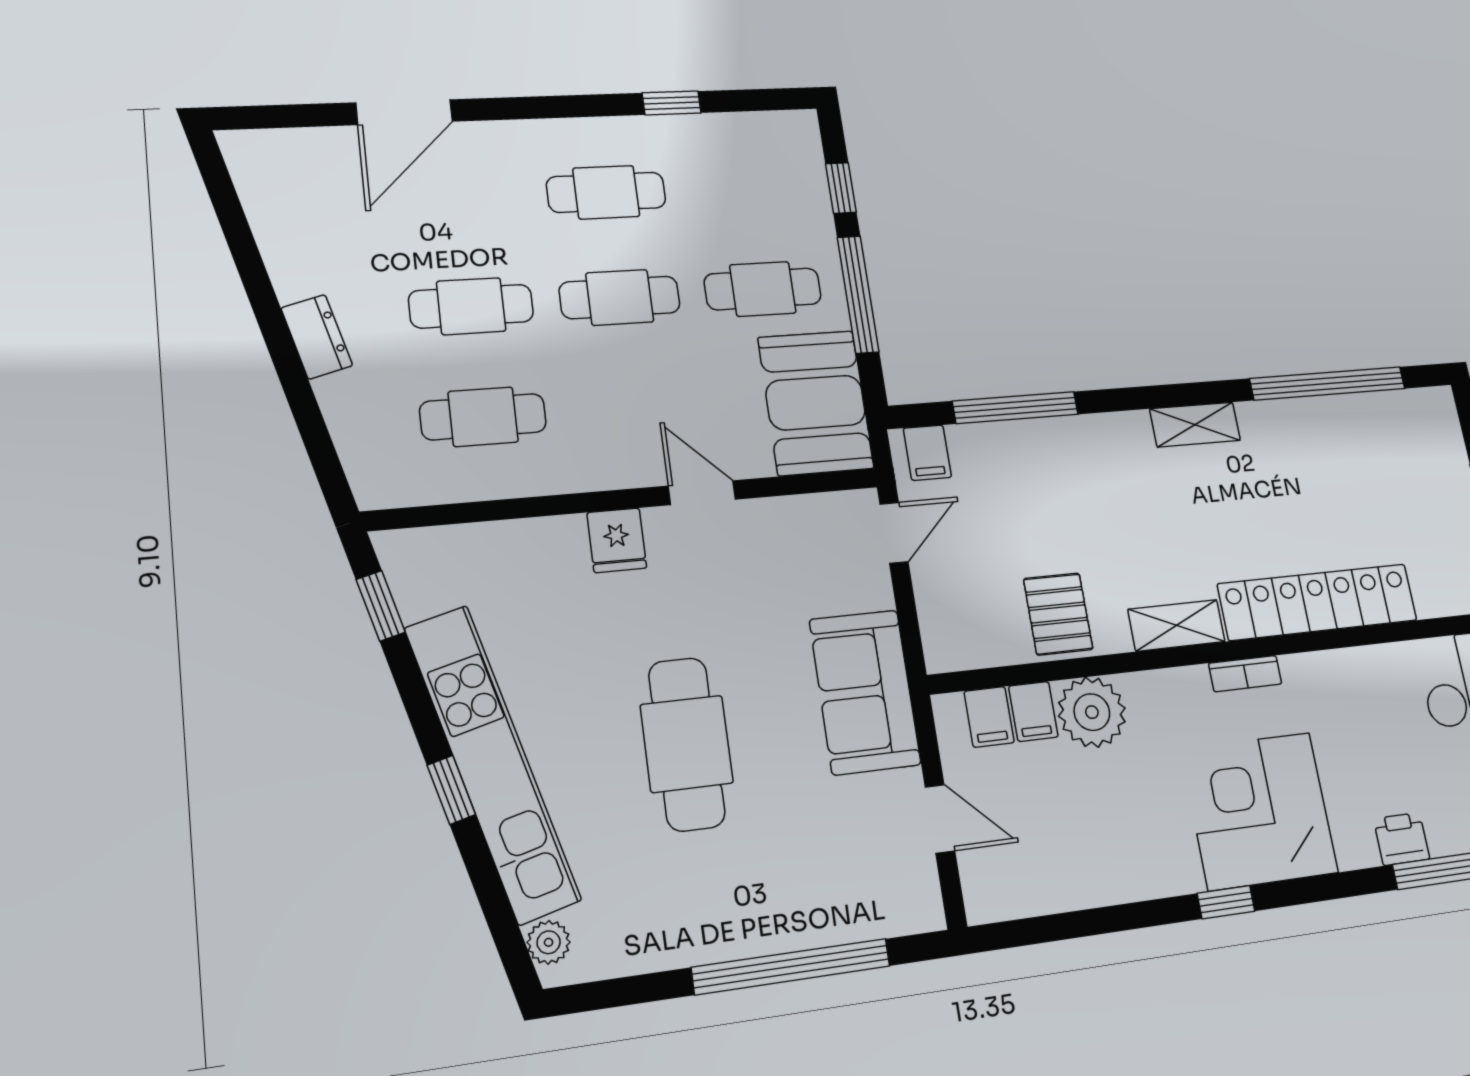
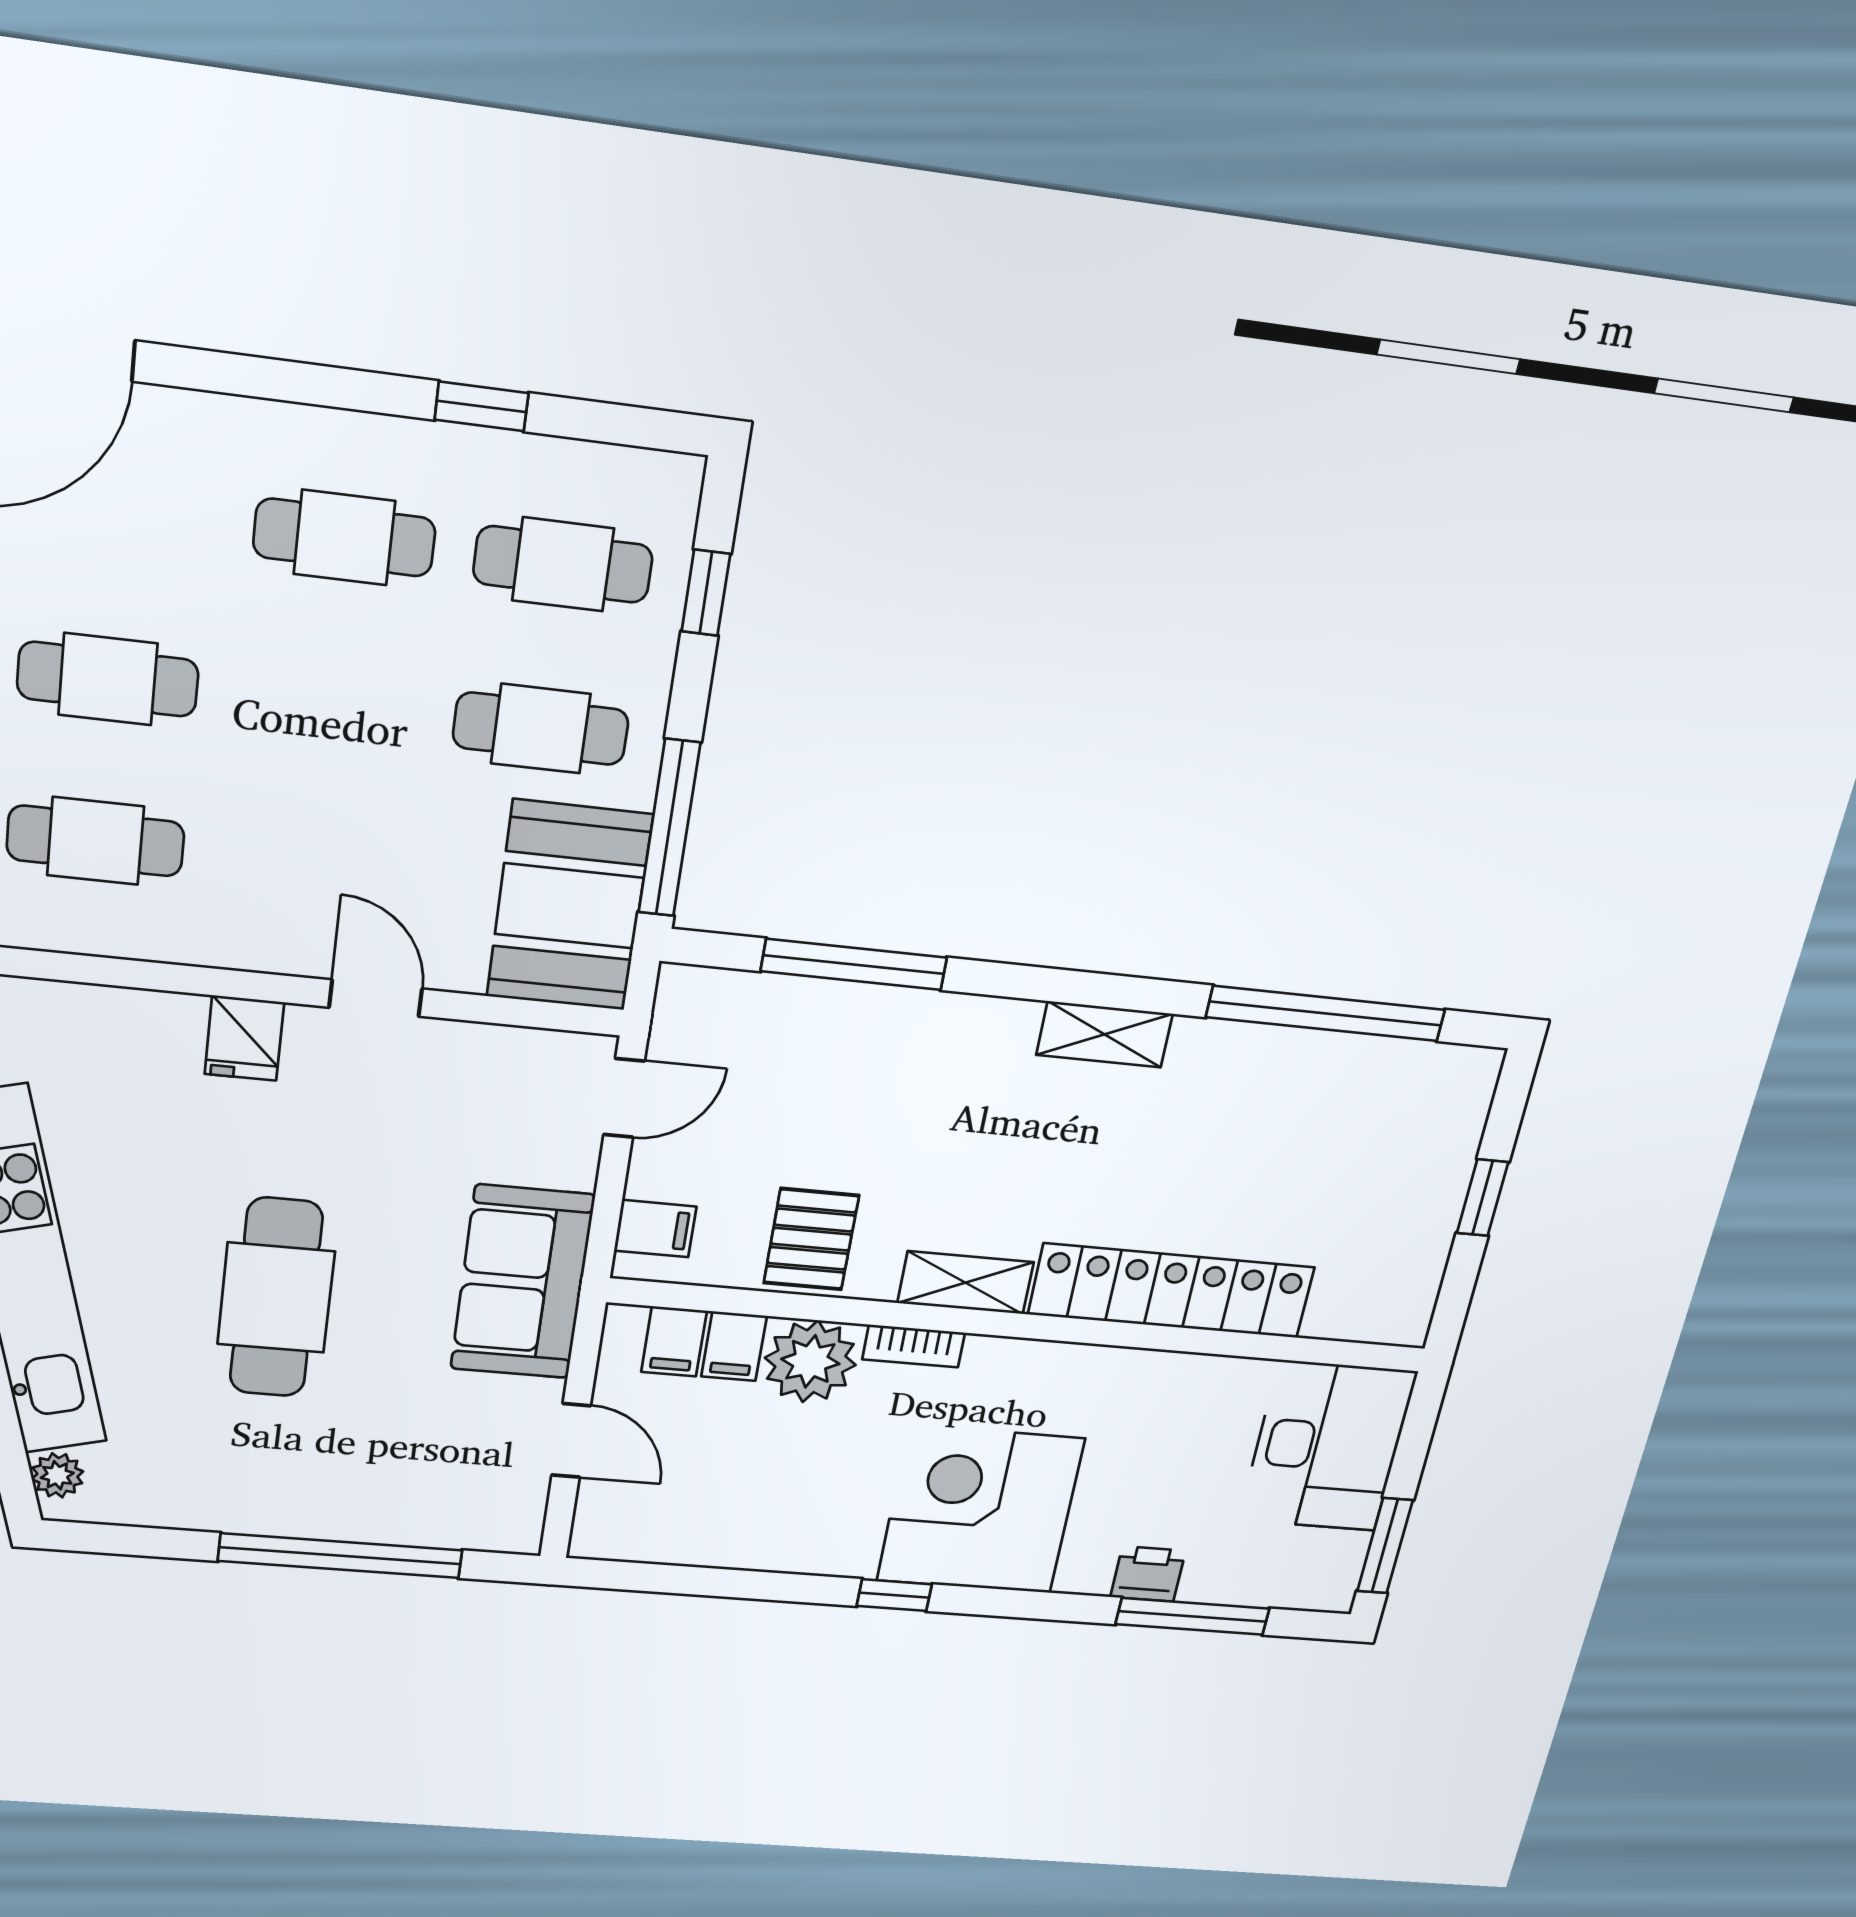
window: (858, 294) -> (669, 828), moved
cafe table: (620, 297) -> (563, 564), moved
filing cabinet: (927, 453) -> (655, 1229), moved, turned -90
bookcase: (1245, 674) -> (914, 1346), moved

